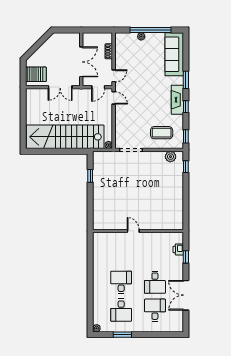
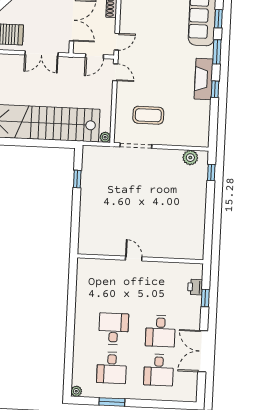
coffee table: (162, 133) -> (148, 115), moved
window: (186, 136) -> (218, 19), moved
desk: (155, 310) -> (159, 370), turned 180

